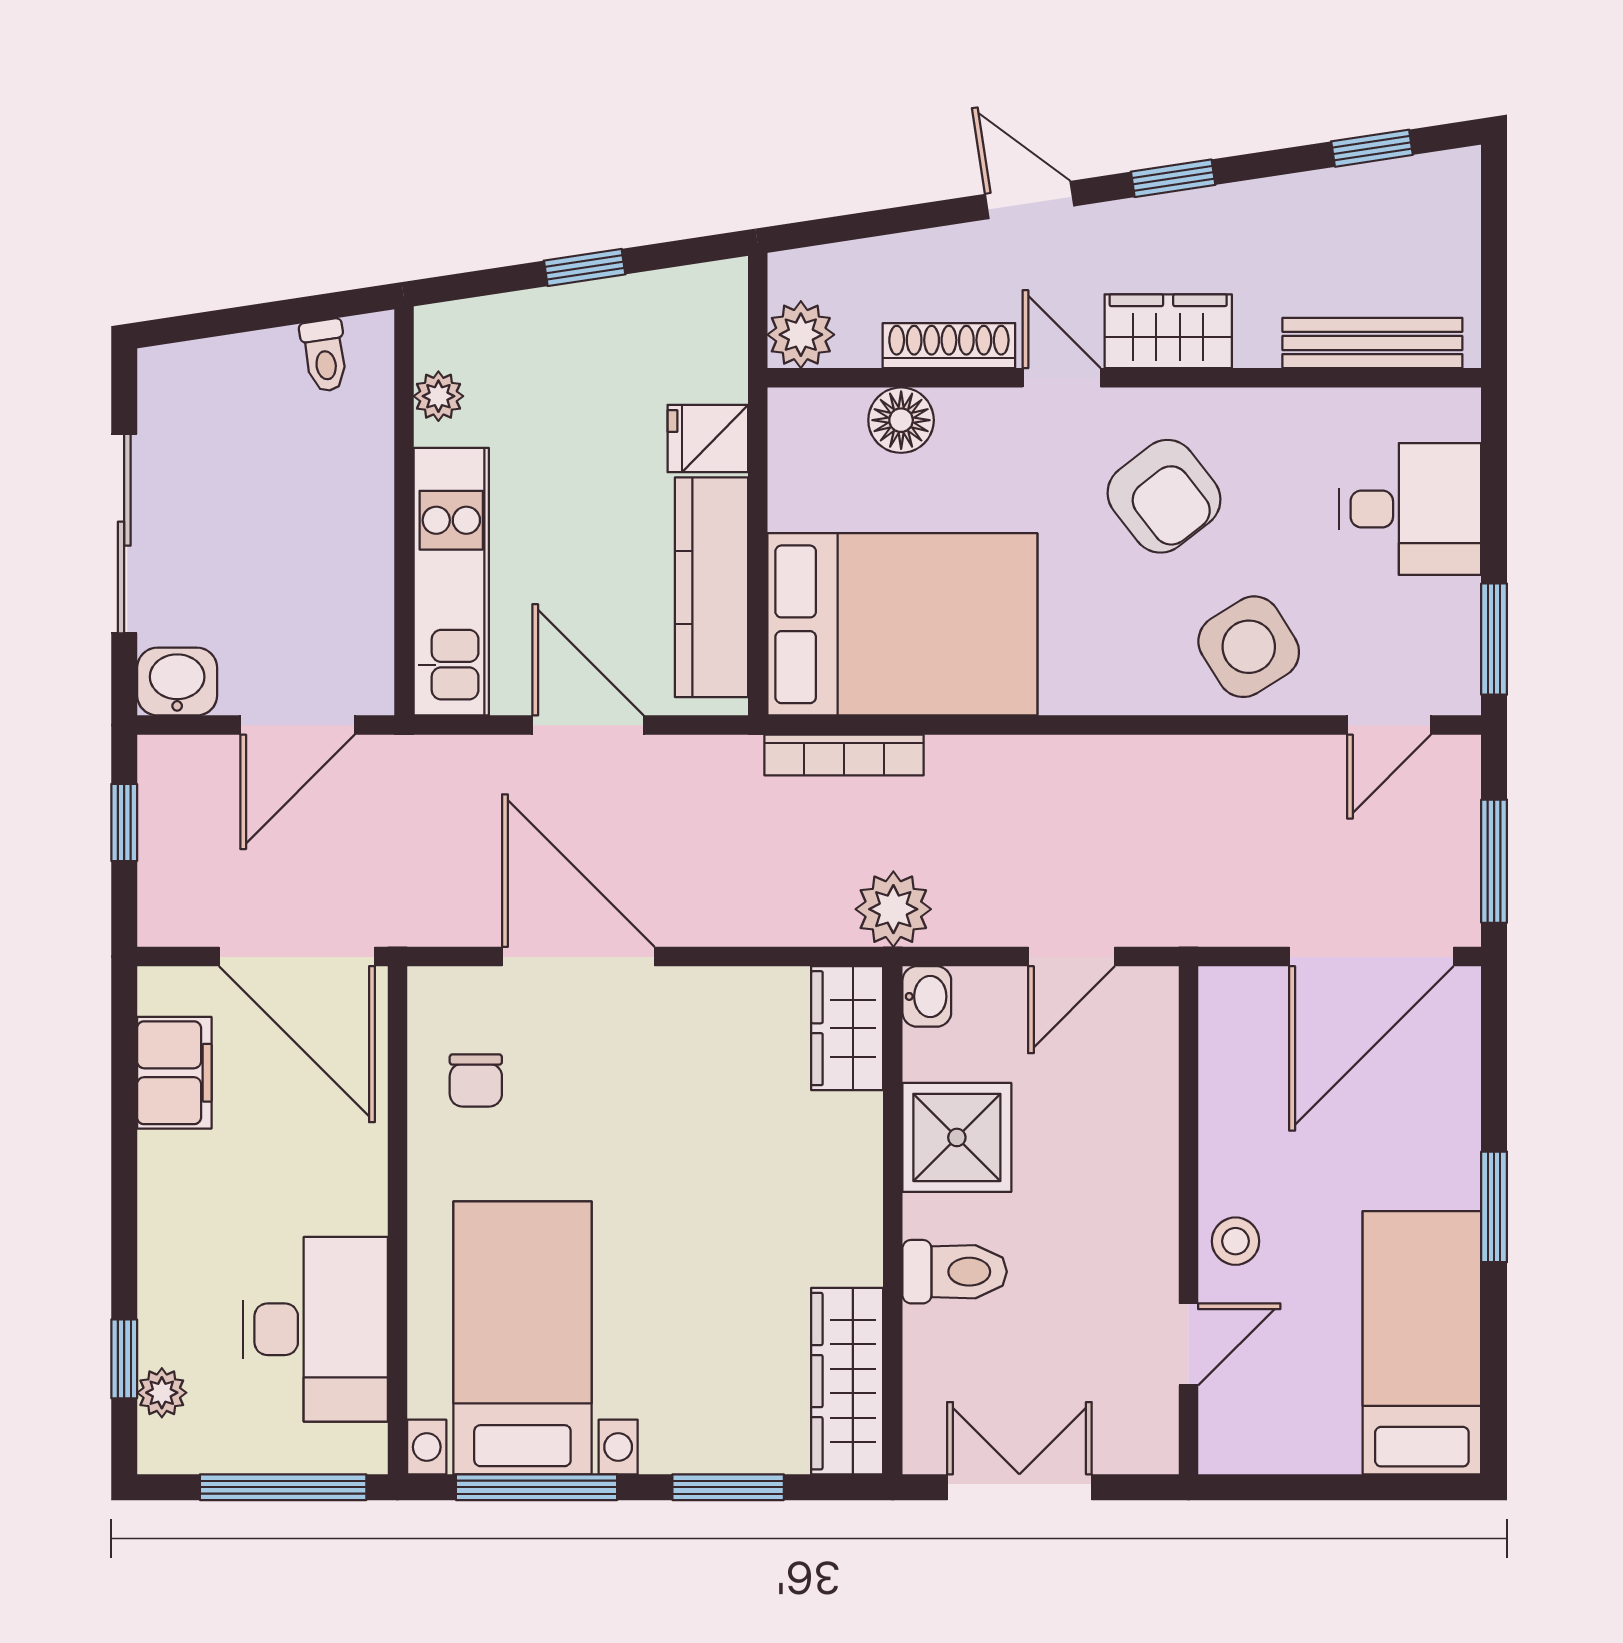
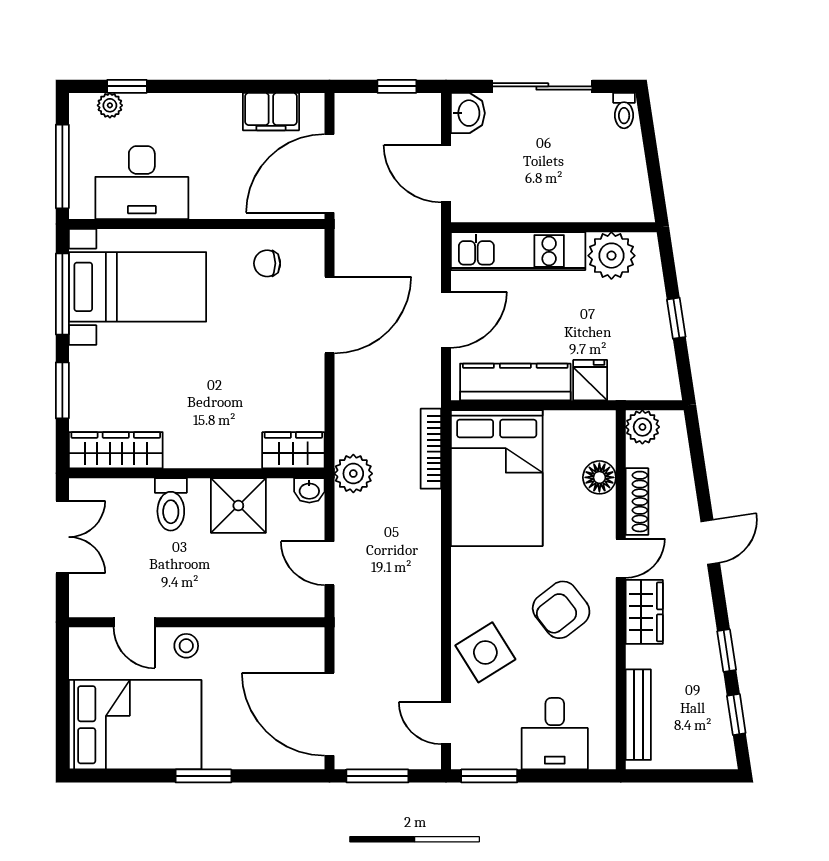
window: (1173, 178) -> (727, 650), moved
toilet: (325, 355) -> (624, 111), moved, turned -81
plant: (438, 396) -> (611, 256), width x1.88, depth x1.88
bed: (1422, 1343) -> (135, 725), width x1.50

